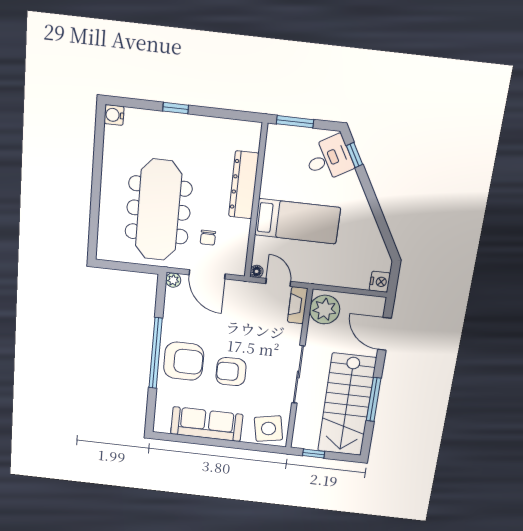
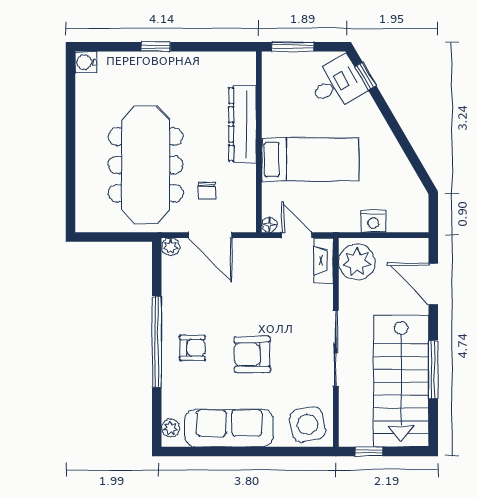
nightstand: (380, 282) -> (373, 221), moved, turned 90
armchair: (184, 361) -> (192, 348), width x0.53, depth x0.53
plant: (161, 419) -> (170, 428), added

